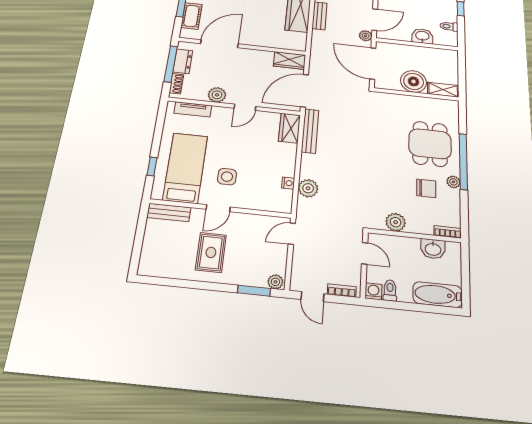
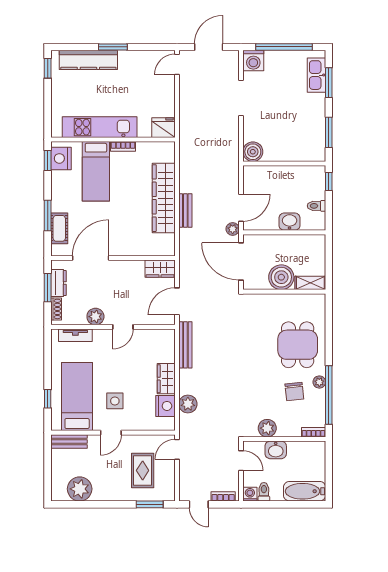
window: (171, 64) -> (48, 288), width x0.69
door: (304, 91) -> (177, 301), width x0.73
wardrobe: (289, 128) -> (166, 379), moved
window: (463, 161) -> (329, 395), moved
nightstand: (288, 183) -> (165, 406), width x1.89, depth x1.79
chair: (426, 188) -> (294, 392), turned 84
washbasin: (433, 249) -> (276, 450), moved
rug: (211, 252) -> (143, 470), moved
plant: (275, 282) -> (80, 489), moved, width x1.87, depth x1.87

